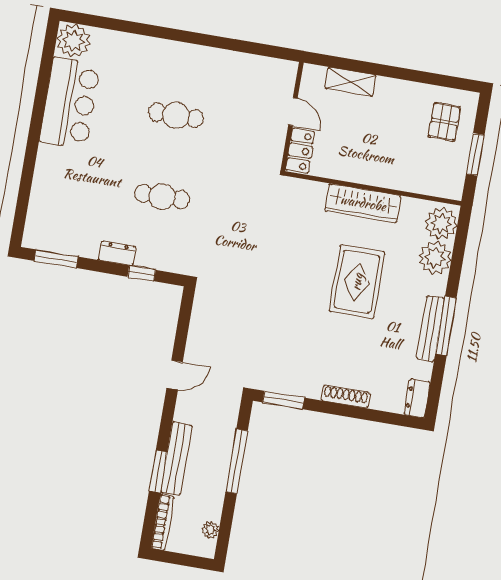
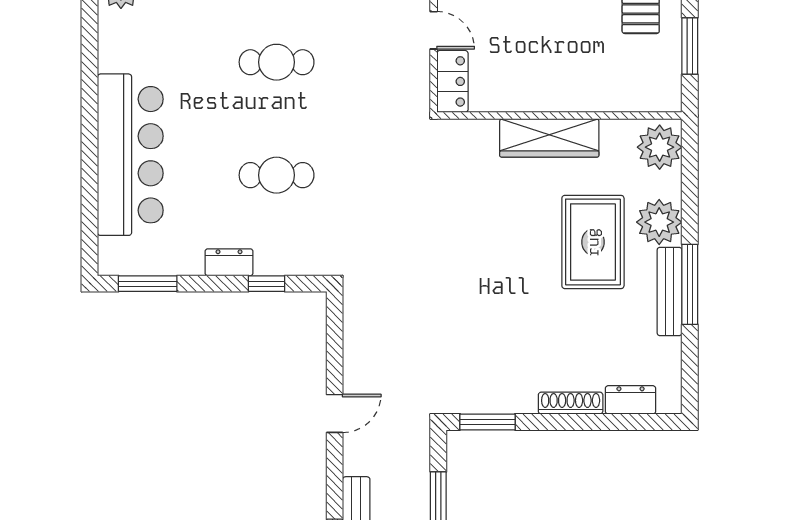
bar counter: (70, 103) -> (130, 155), moved, width x1.36
plant: (435, 258) -> (659, 222), moved
rug: (357, 282) -> (593, 242), moved
dresser: (417, 398) -> (631, 400), moved, turned 90

